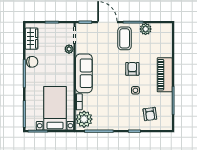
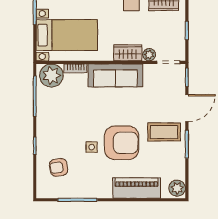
plant: (146, 29) -> (177, 188), moved
wardrobe: (68, 64) -> (128, 53), added
armchair: (132, 69) -> (122, 143), width x1.88, depth x1.88
piano: (165, 75) -> (137, 188), moved

